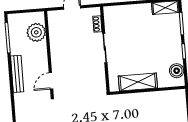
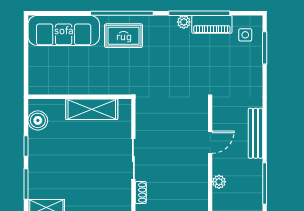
plant: (36, 32) -> (219, 182), width x0.53, depth x0.53
door: (51, 81) -> (210, 142), moved

